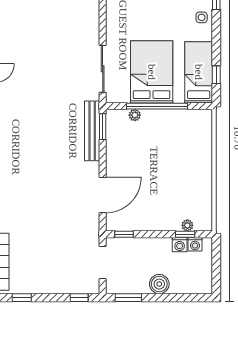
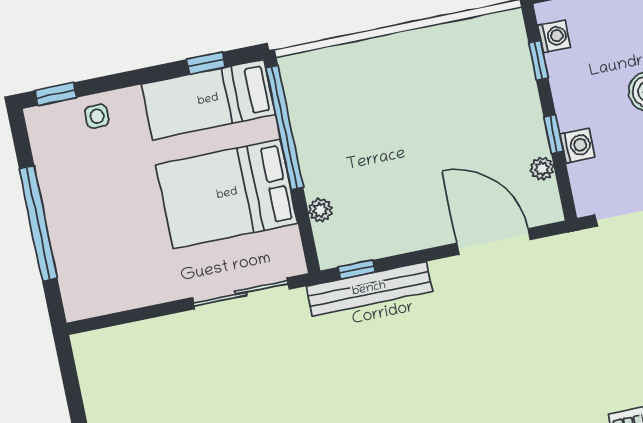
window: (157, 106) -> (284, 127), moved
window: (103, 127) -> (357, 270), width x0.67
plant: (187, 225) -> (542, 169), moved
window: (124, 234) -> (553, 134), moved
washing machine: (180, 245) -> (577, 145), moved

